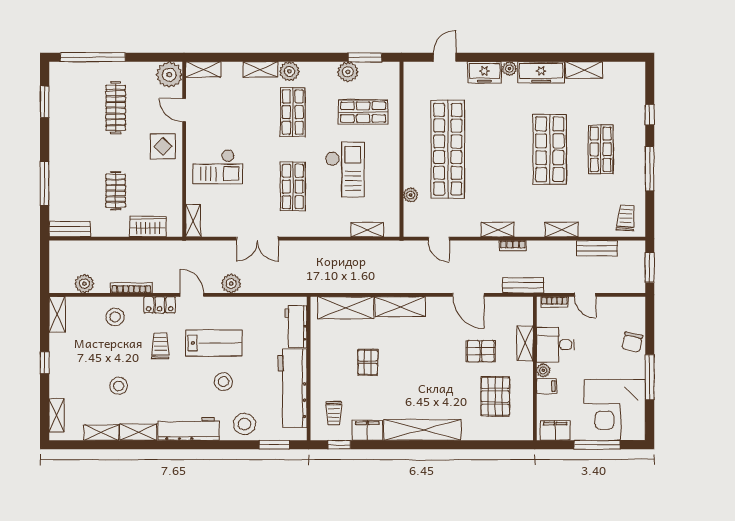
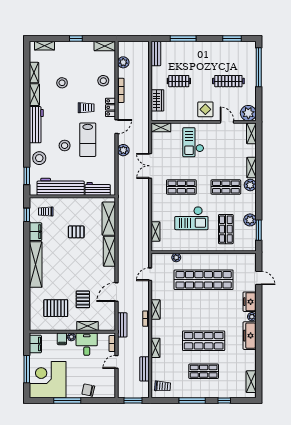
shelving: (584, 70) -> (251, 382), moved
door: (184, 110) -> (227, 122), hinge flipped

